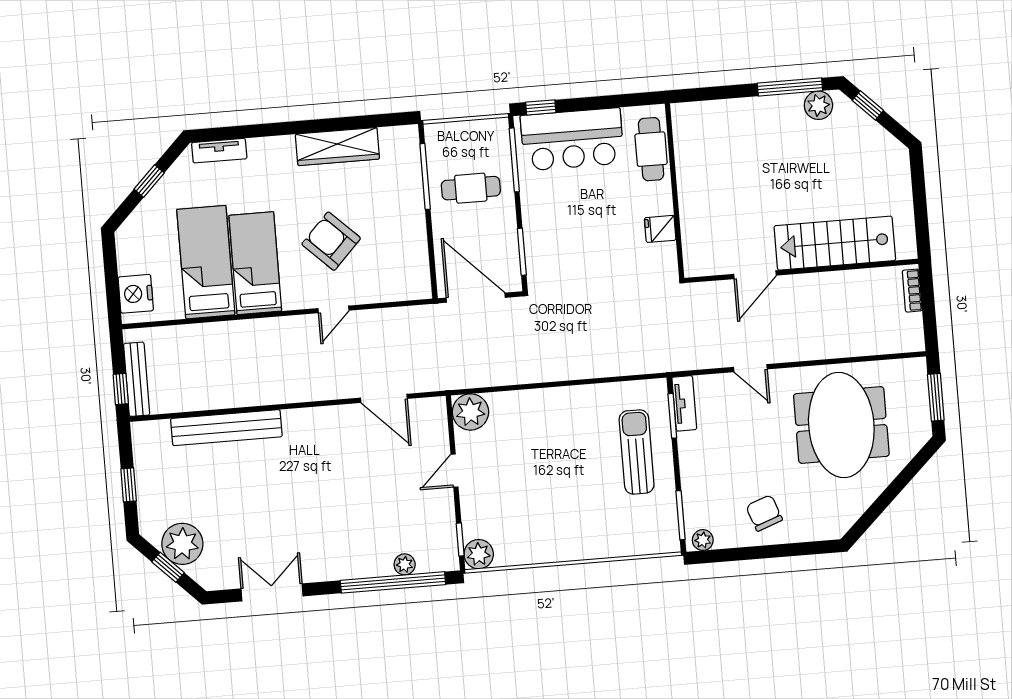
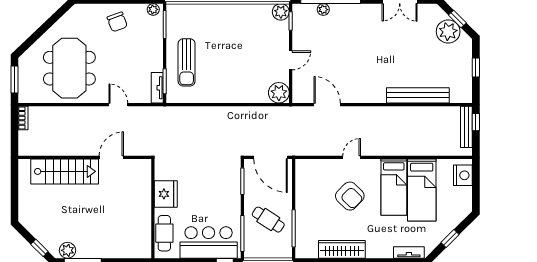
cafe table: (471, 188) -> (268, 220), turned 33
fridge: (660, 229) -> (166, 194), width x1.88, depth x1.34
bookcase: (912, 291) -> (23, 118), moved

